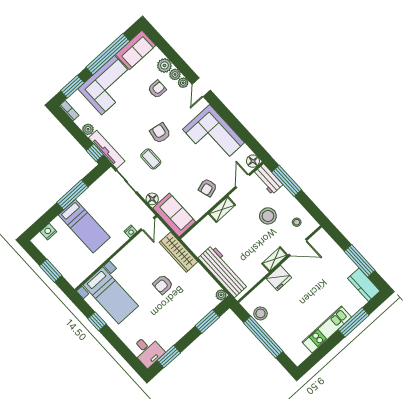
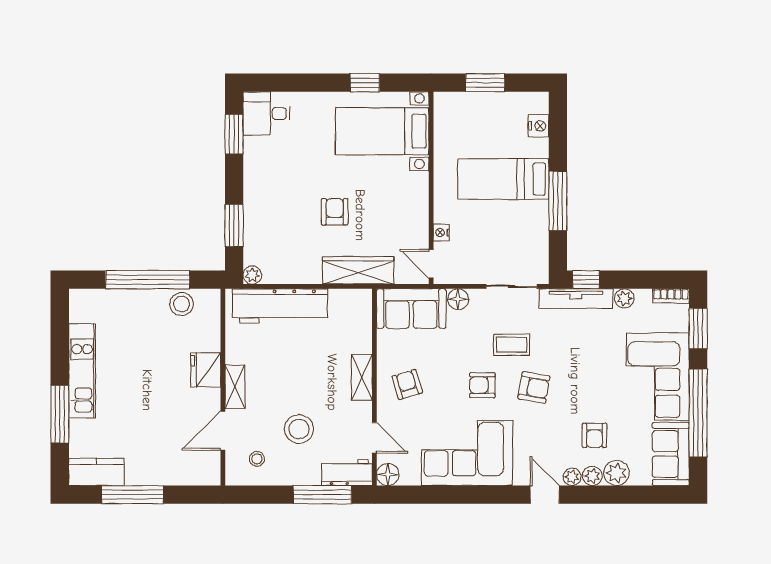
armchair: (179, 156) -> (482, 385), added

